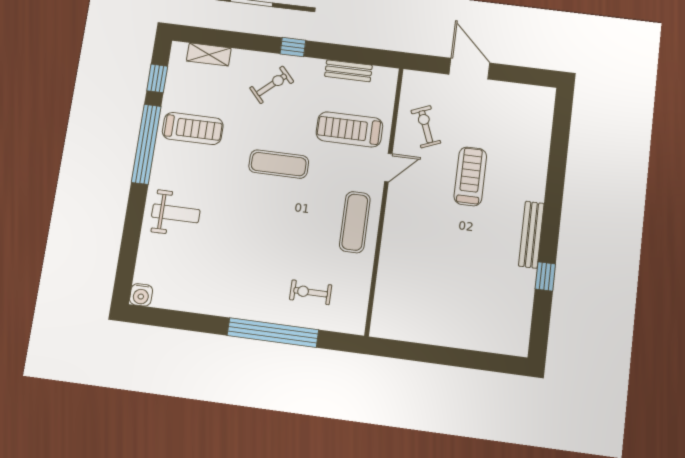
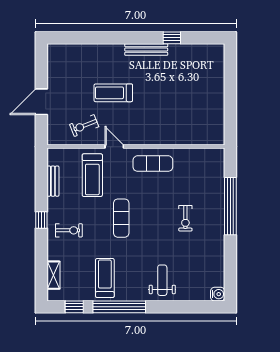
exercise bike: (272, 85) -> (69, 230), turned 132
exercise bike: (311, 292) -> (185, 218), moved

